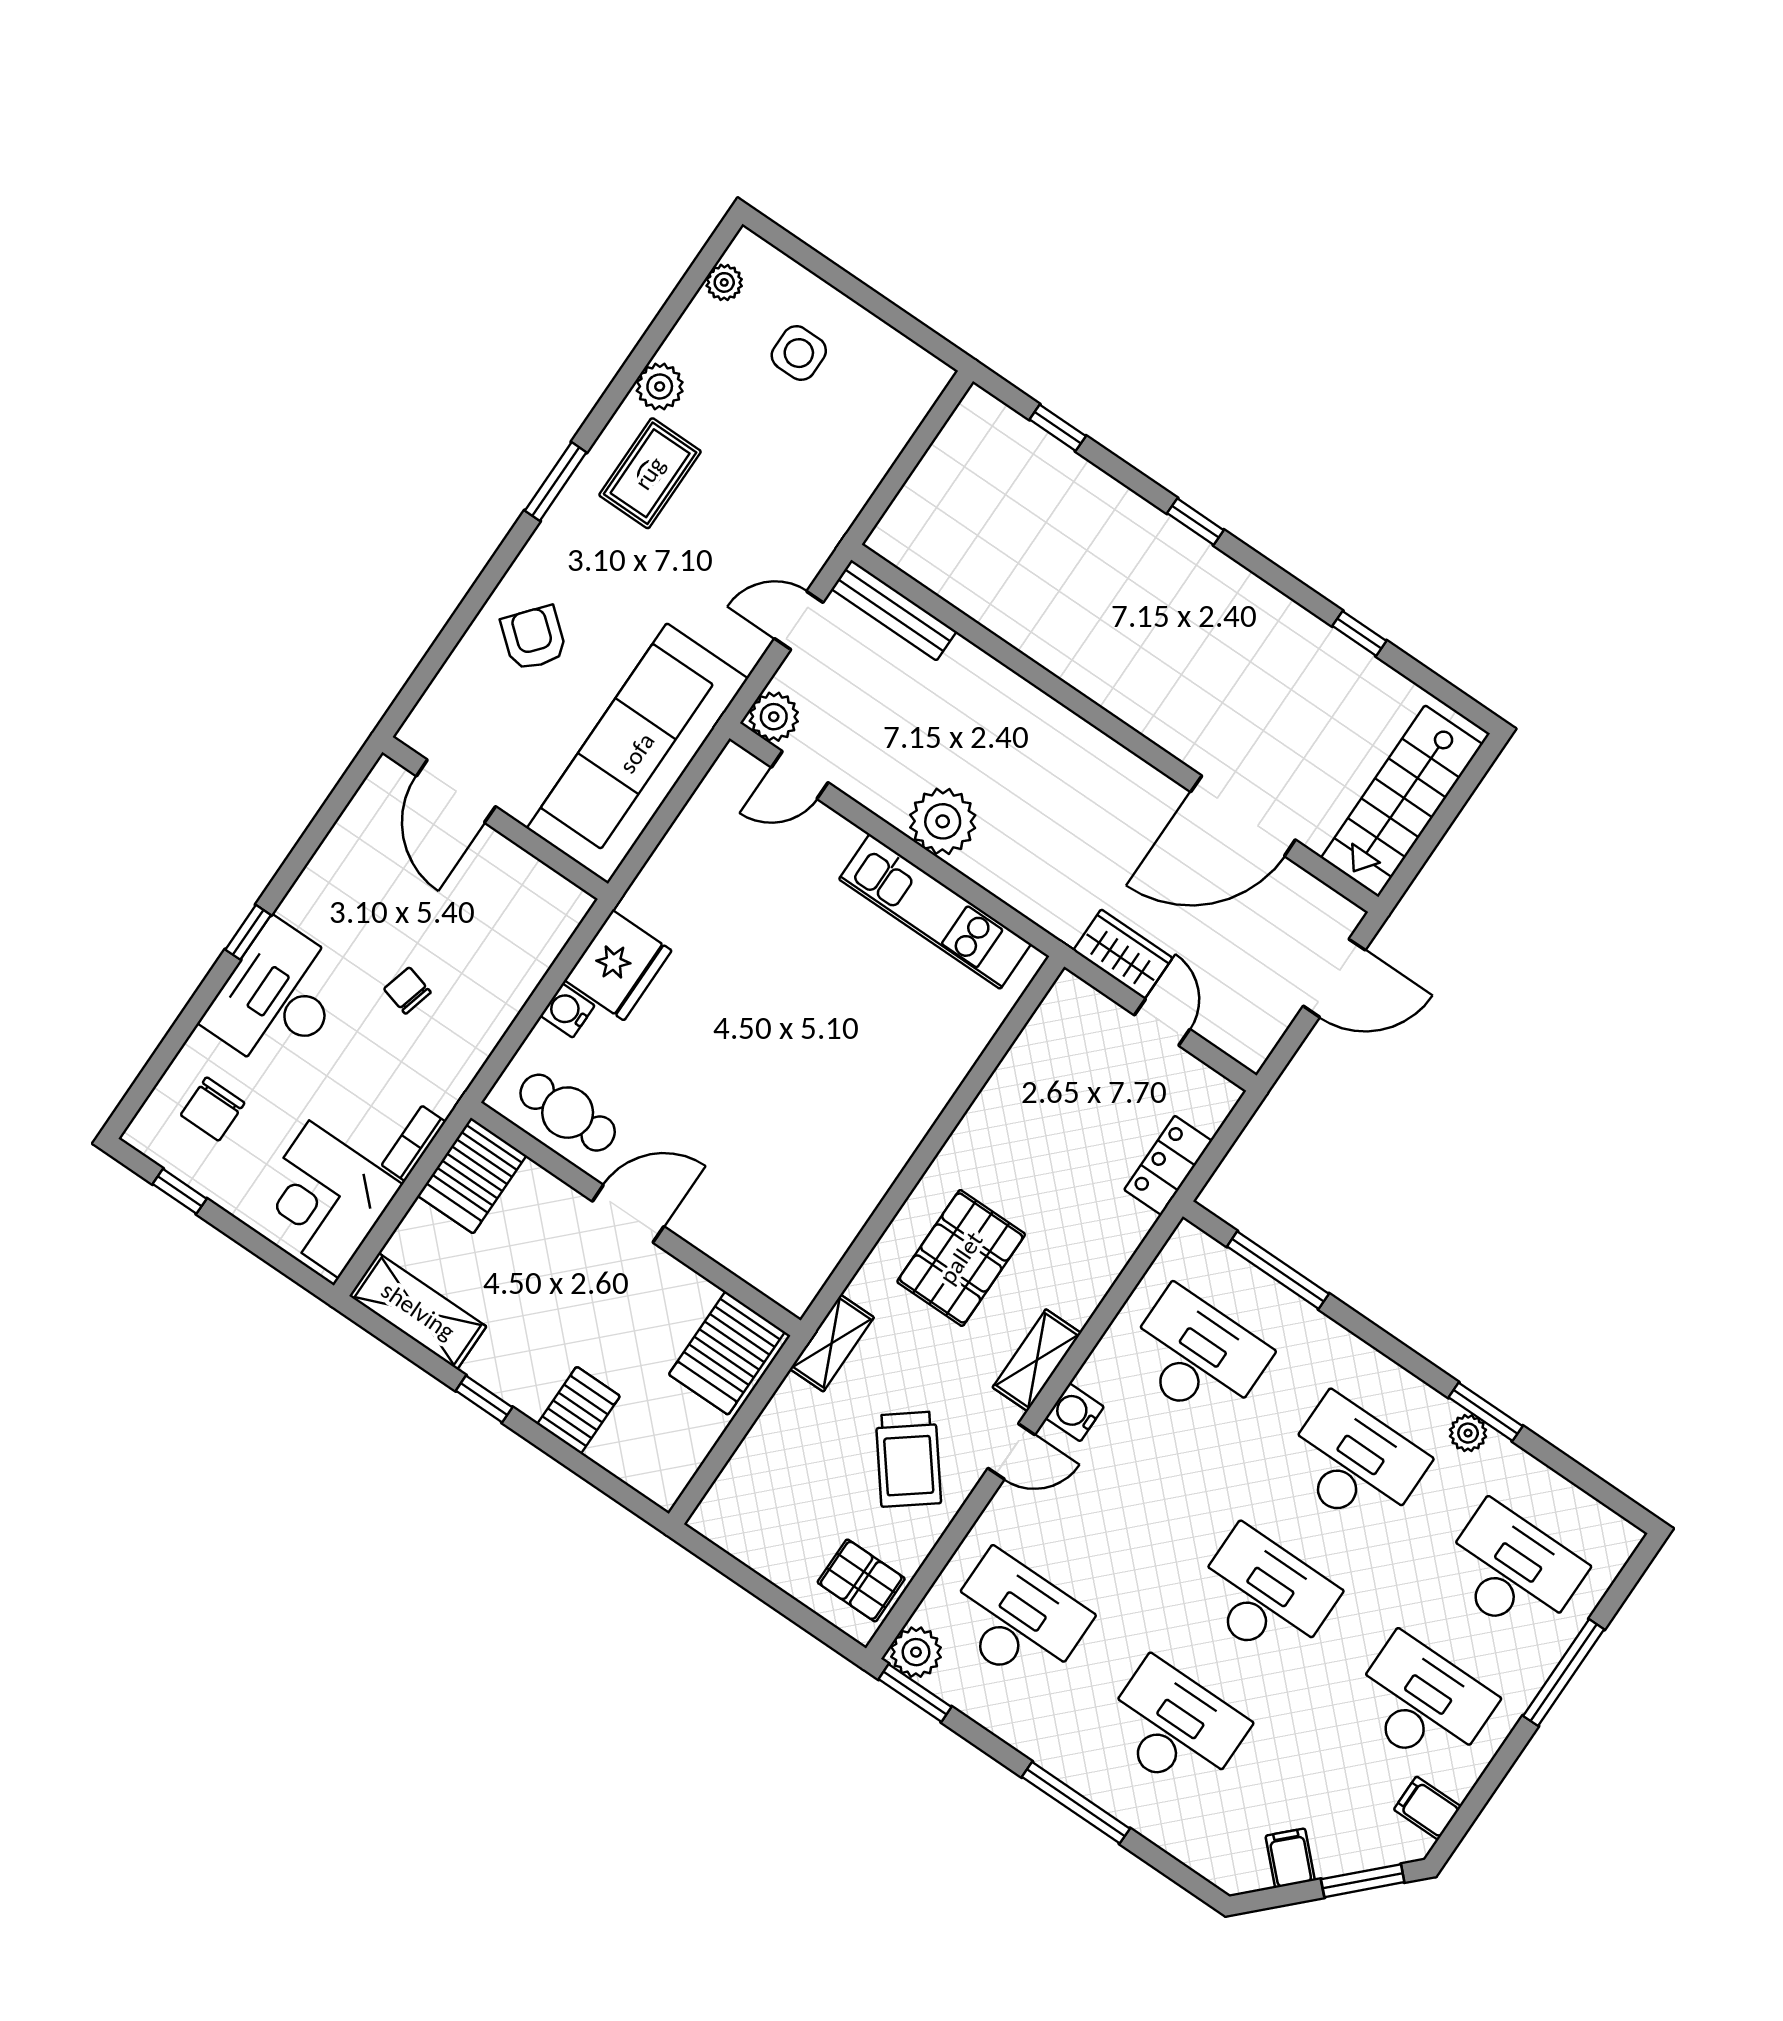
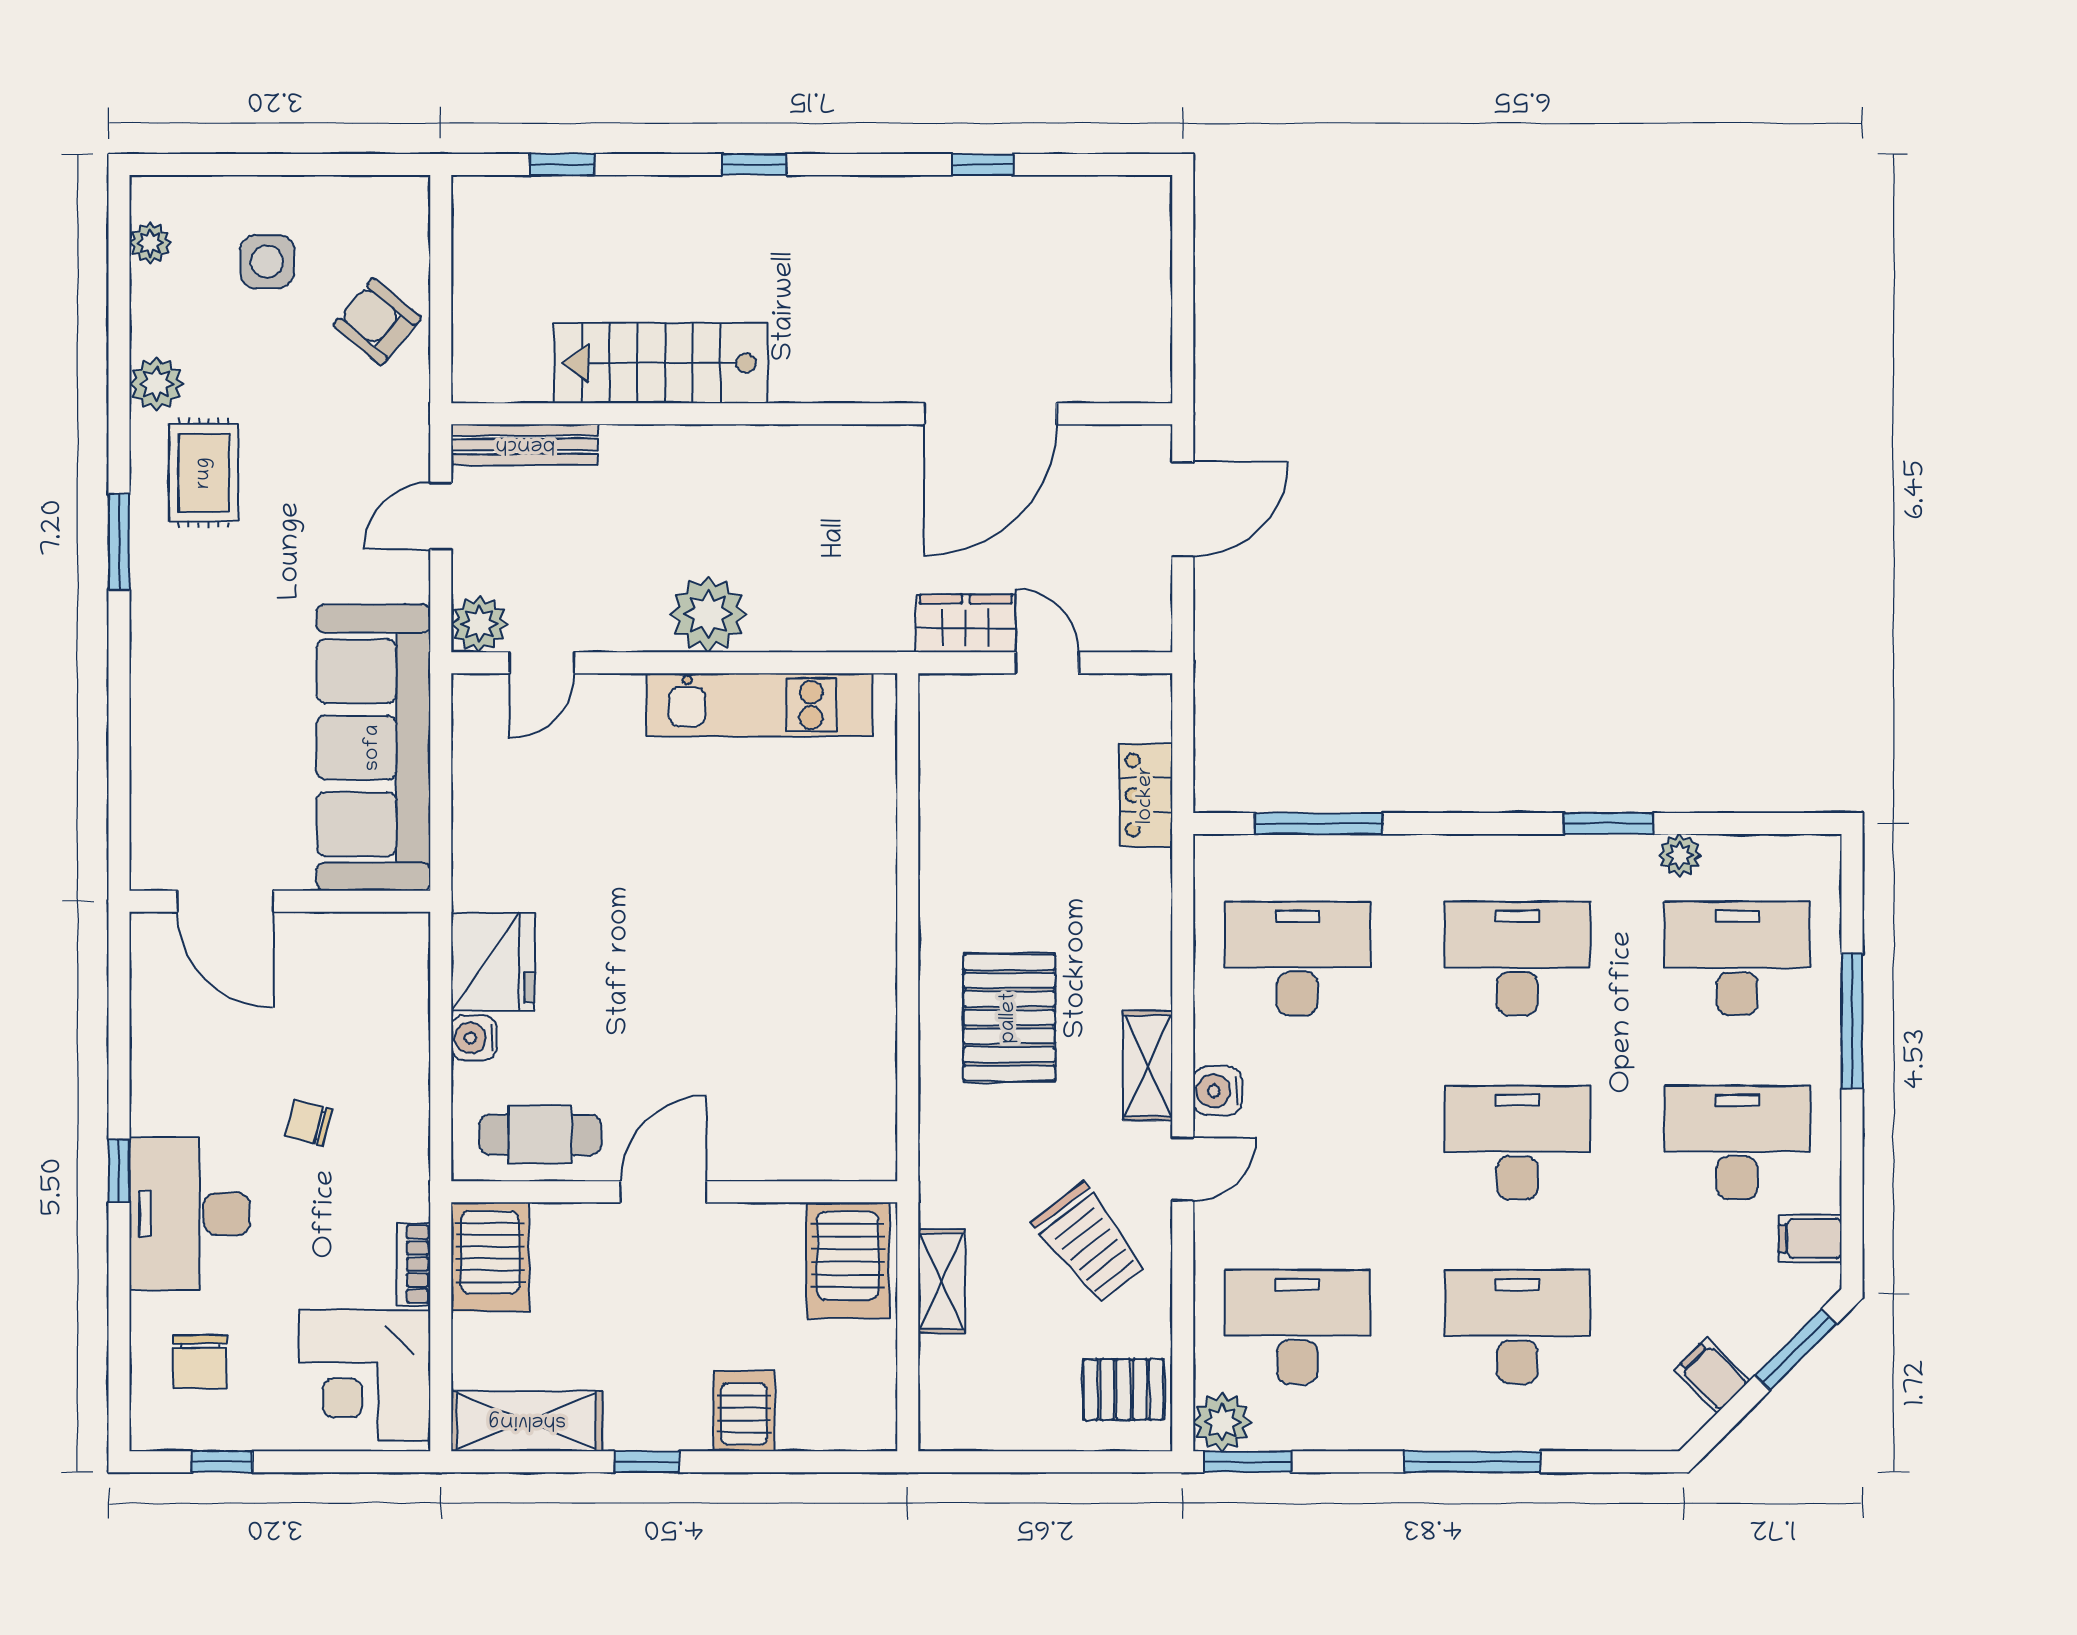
armchair: (534, 638) -> (377, 322), moved
stairs: (1402, 801) -> (661, 363), moved, turned 90
shelving: (832, 1343) -> (941, 1281), moved
plant: (1468, 1433) -> (1680, 855), moved

